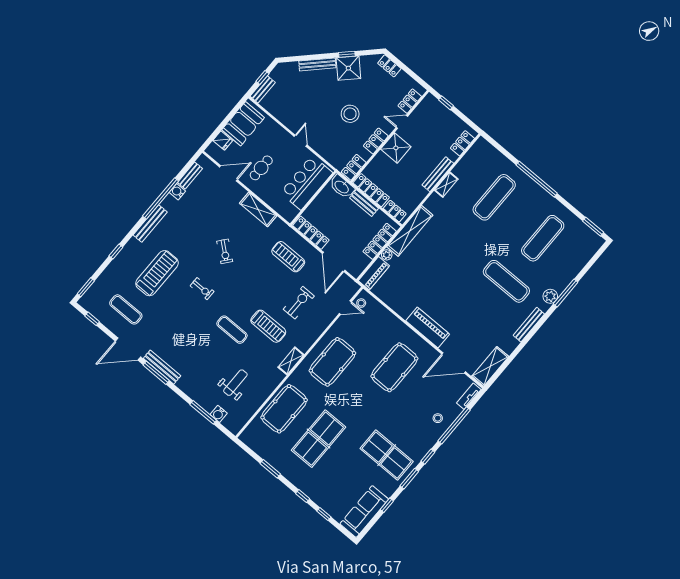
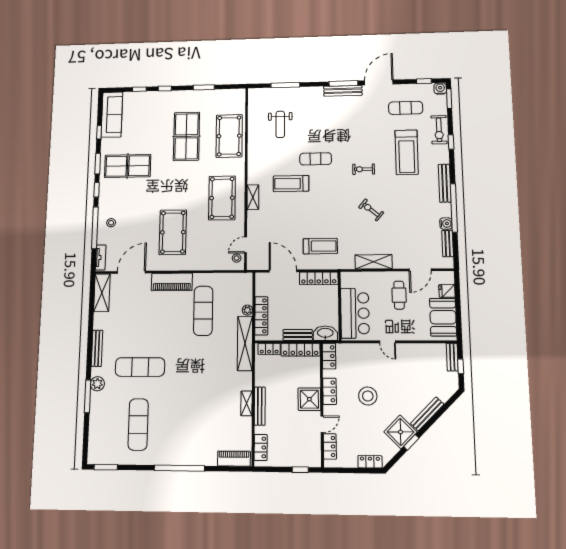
exercise mat: (494, 197) -> (203, 311), moved
piano: (374, 273) -> (234, 459), moved, turned 90
exercise bike: (299, 303) -> (439, 130), moved
shelving: (291, 361) -> (253, 197), moved
water cooler: (219, 414) -> (440, 89), moved

